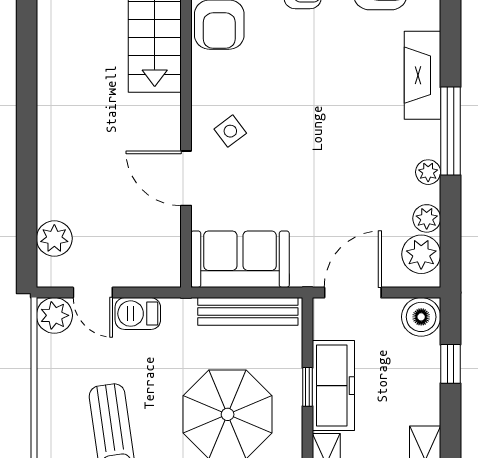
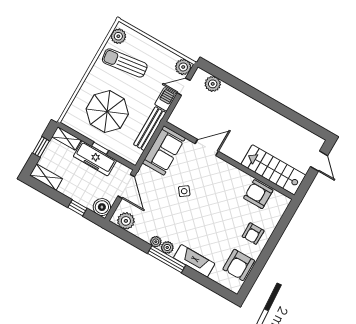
side table: (230, 131) -> (184, 191), moved
plant: (427, 218) -> (167, 247), moved
bench: (248, 311) -> (150, 129), moved

